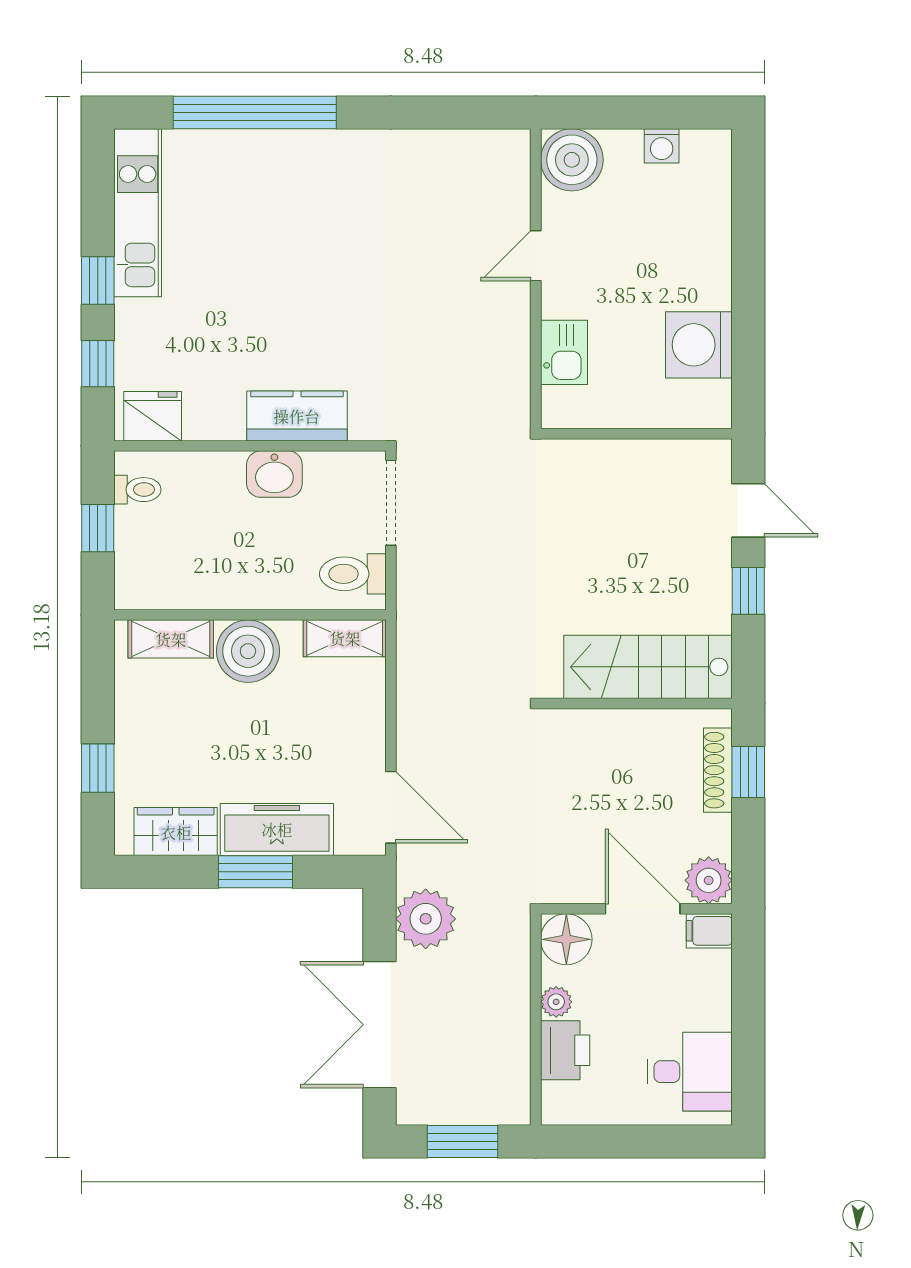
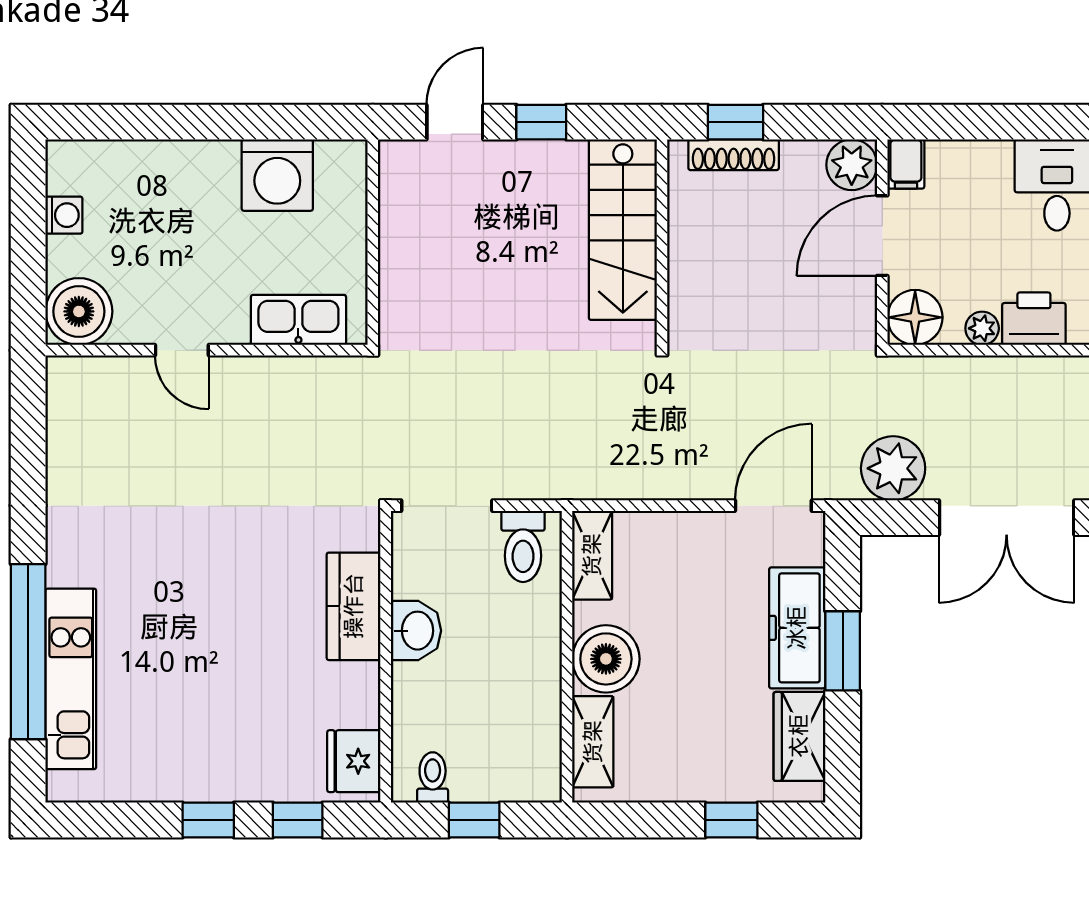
kitchen unit: (138, 213) -> (71, 679), moved, turned 90
kitchen sink: (564, 352) -> (298, 320), width x1.38

